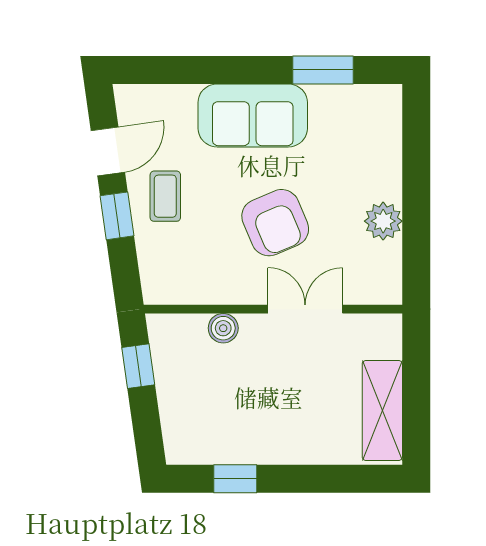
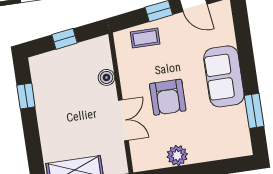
coffee table: (165, 196) -> (145, 38), moved
armchair: (275, 223) -> (168, 97), turned -67
window: (138, 366) -> (64, 39), moved

